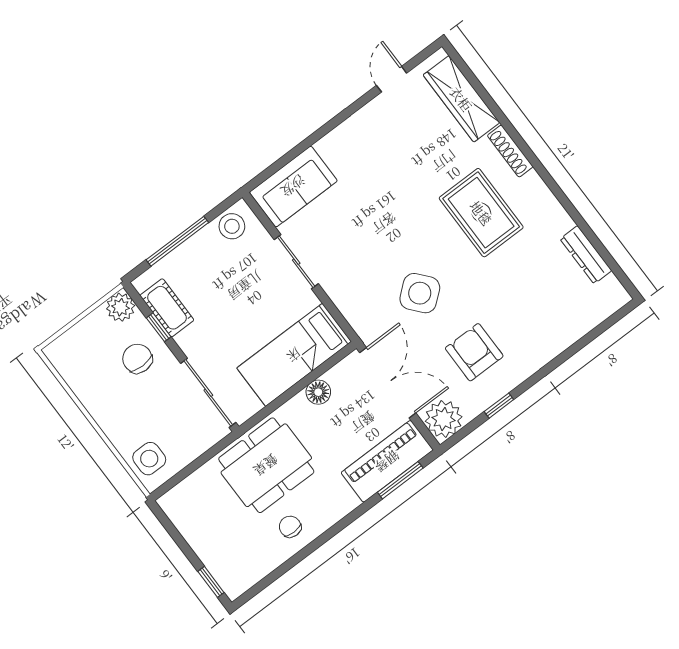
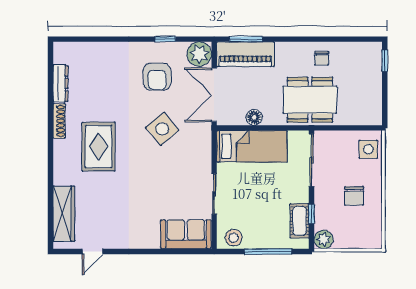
shoe rack: (510, 151) -> (59, 121), moved
chair: (137, 359) -> (354, 196), moved

